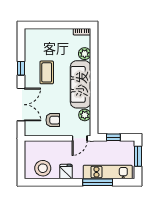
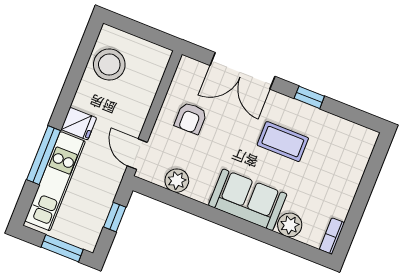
sofa: (81, 84) -> (248, 200), width x0.73
fridge: (66, 172) -> (79, 124), moved

